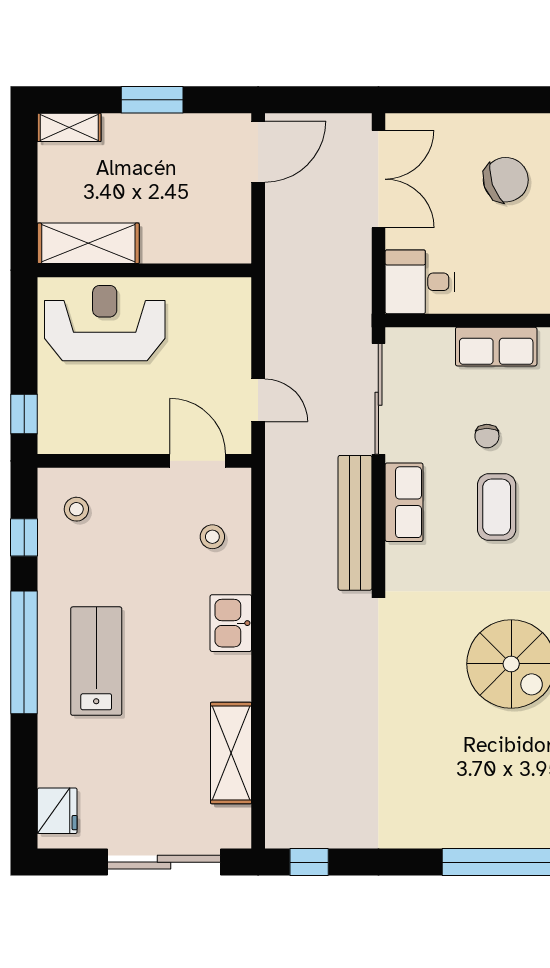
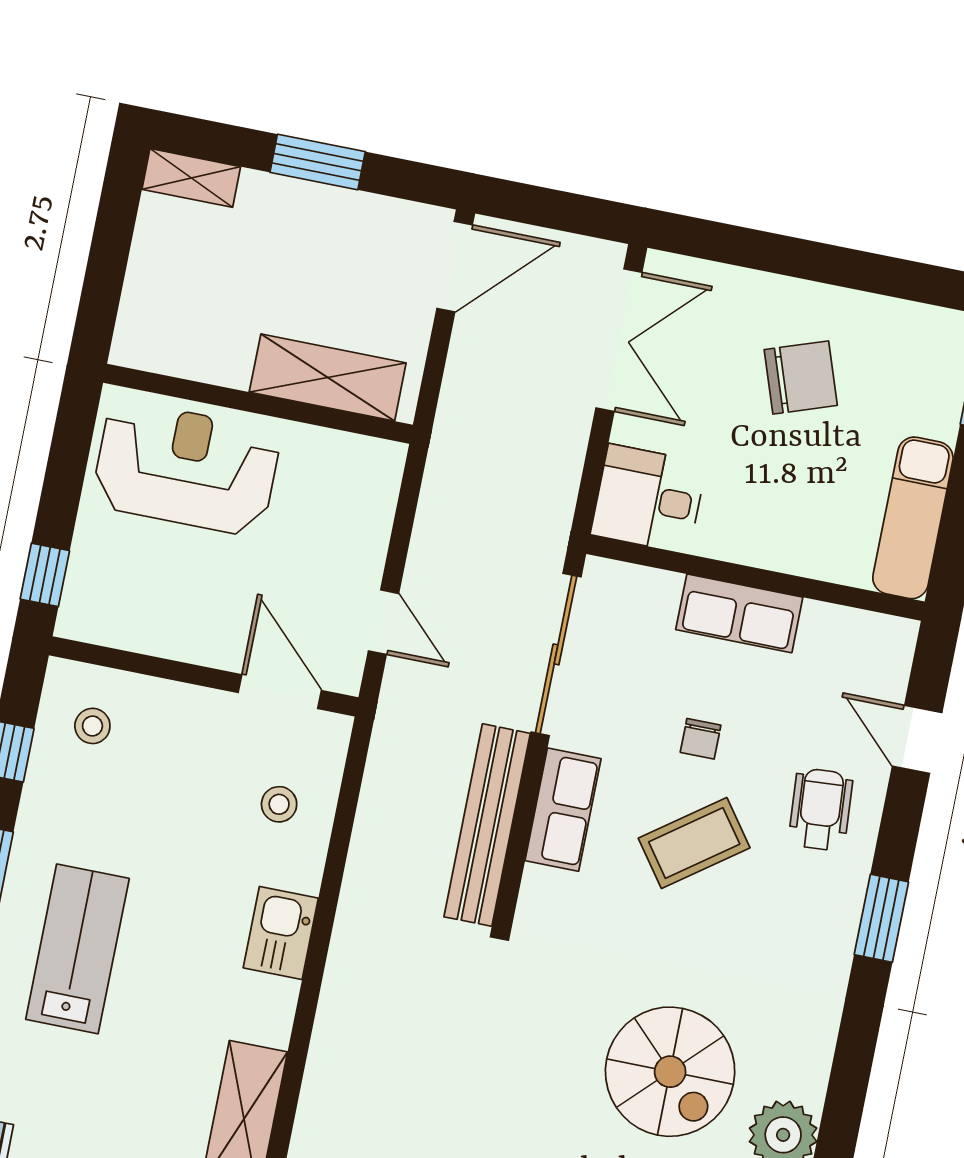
shelving: (88, 243) -> (328, 378), moved
coffee table: (497, 507) -> (694, 843), turned 54

